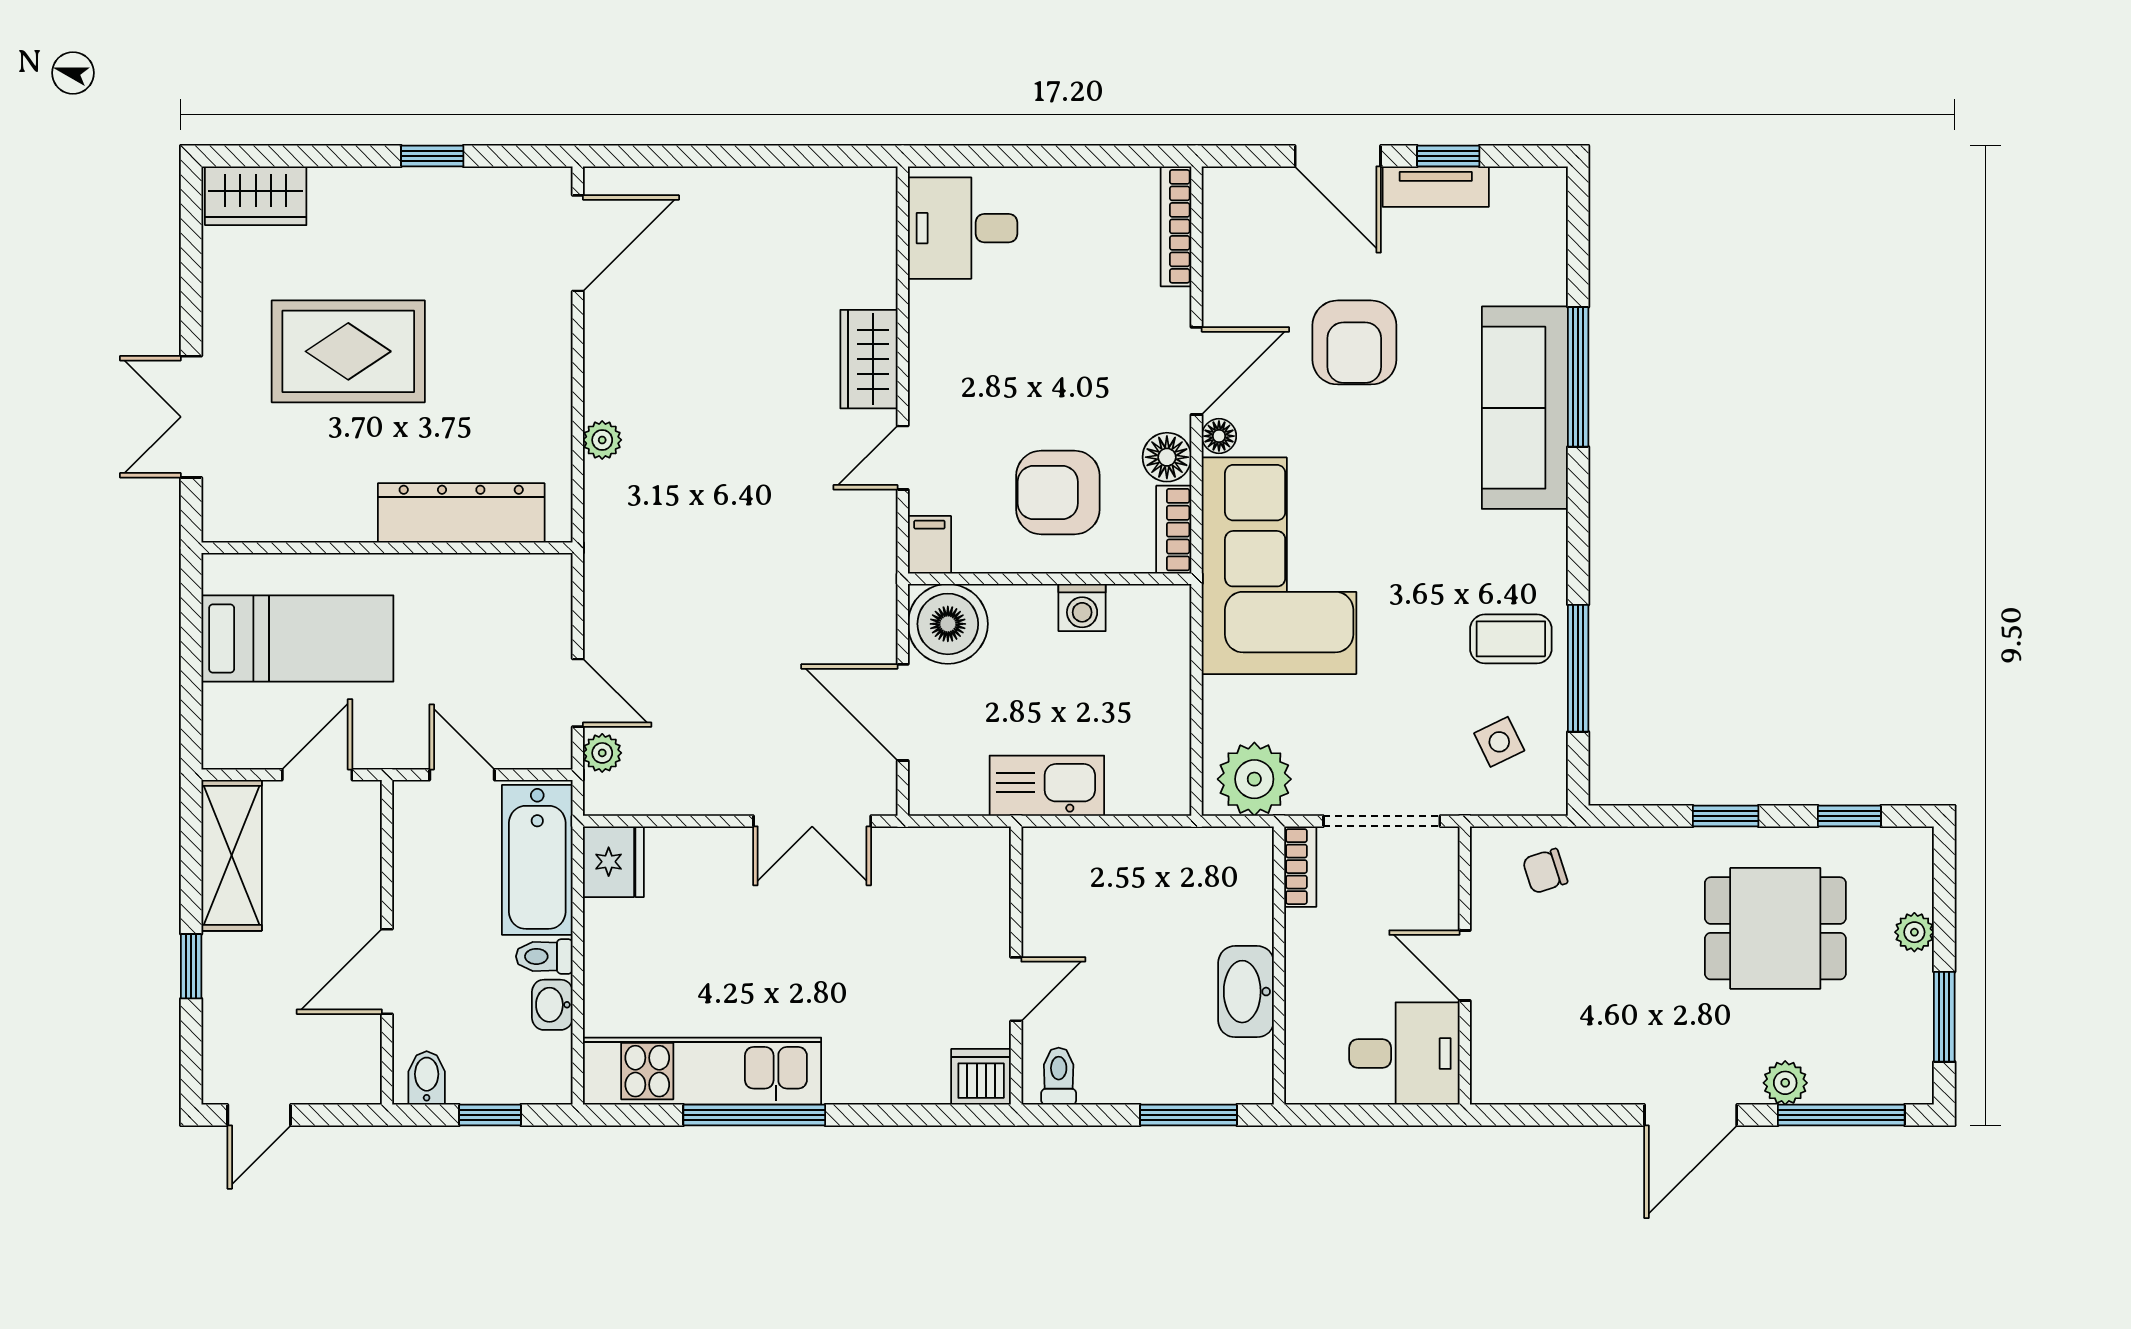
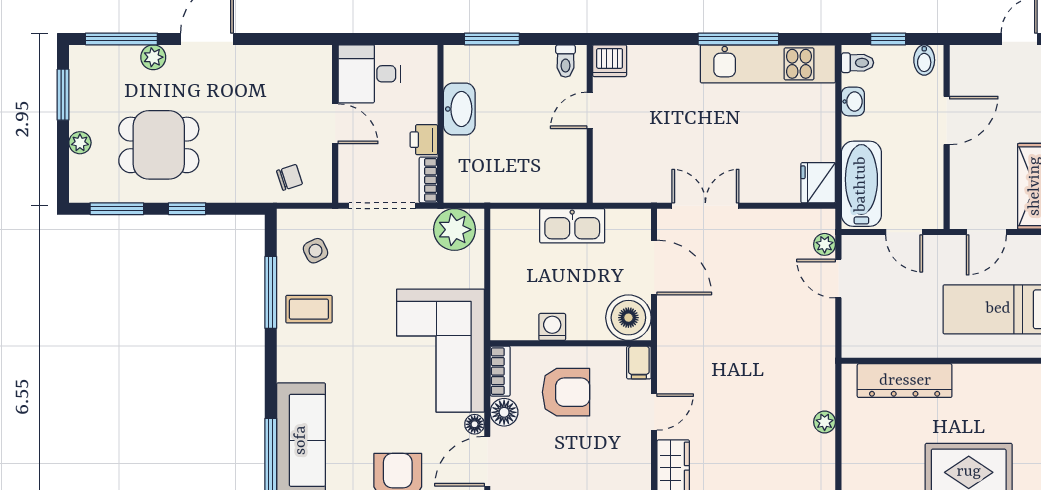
window: (1849, 816) -> (117, 209), width x1.50
printer: (1308, 938) -> (424, 140), added
toilet: (544, 956) -> (857, 63), moved

